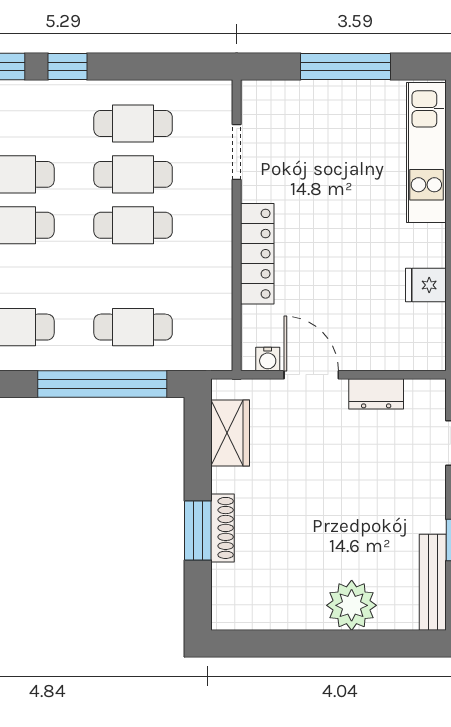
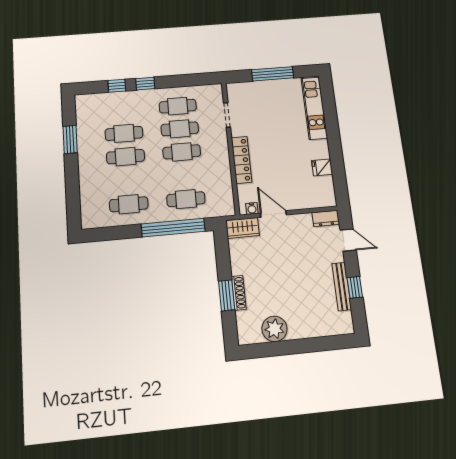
dresser: (376, 394) -> (326, 218), moved
wardrobe: (230, 433) -> (242, 228), moved, turned 90
bench: (433, 582) -> (342, 286), moved
plant: (352, 605) -> (274, 329), moved

